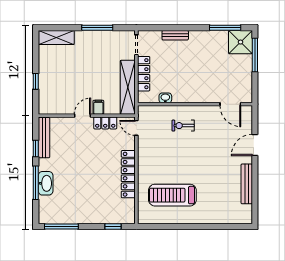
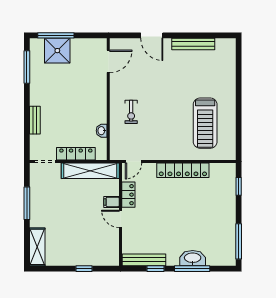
shower: (241, 42) -> (57, 51), moved

